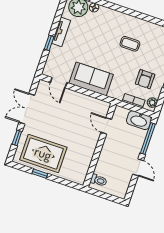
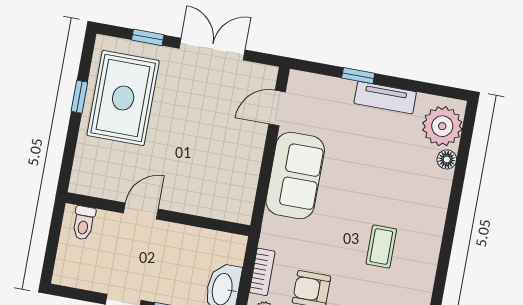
door: (106, 126) -> (141, 211), moved

